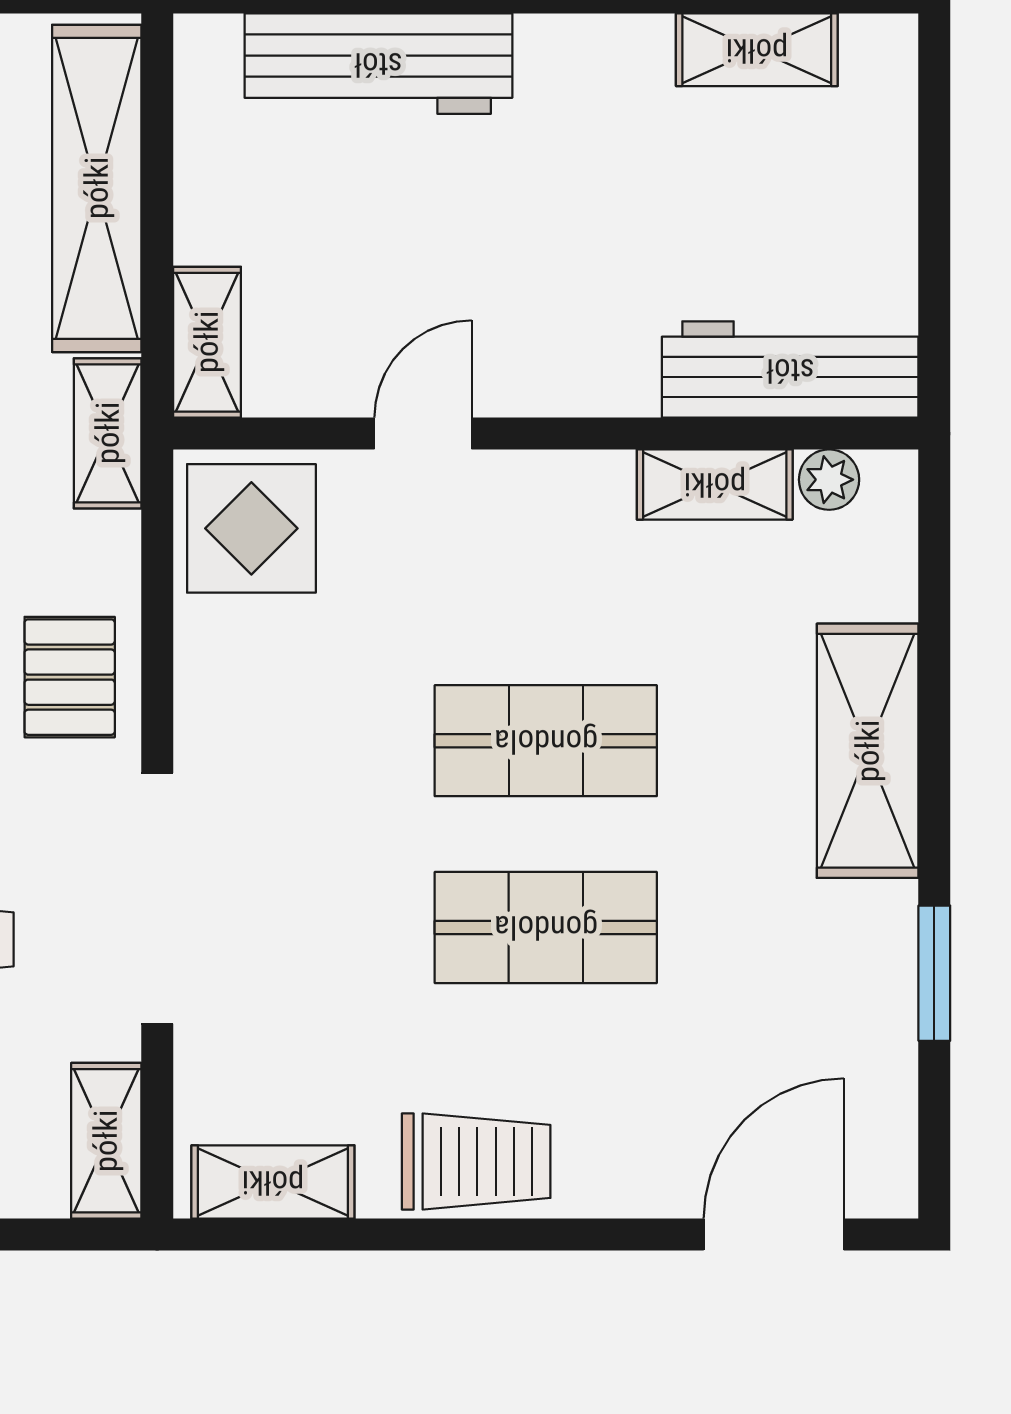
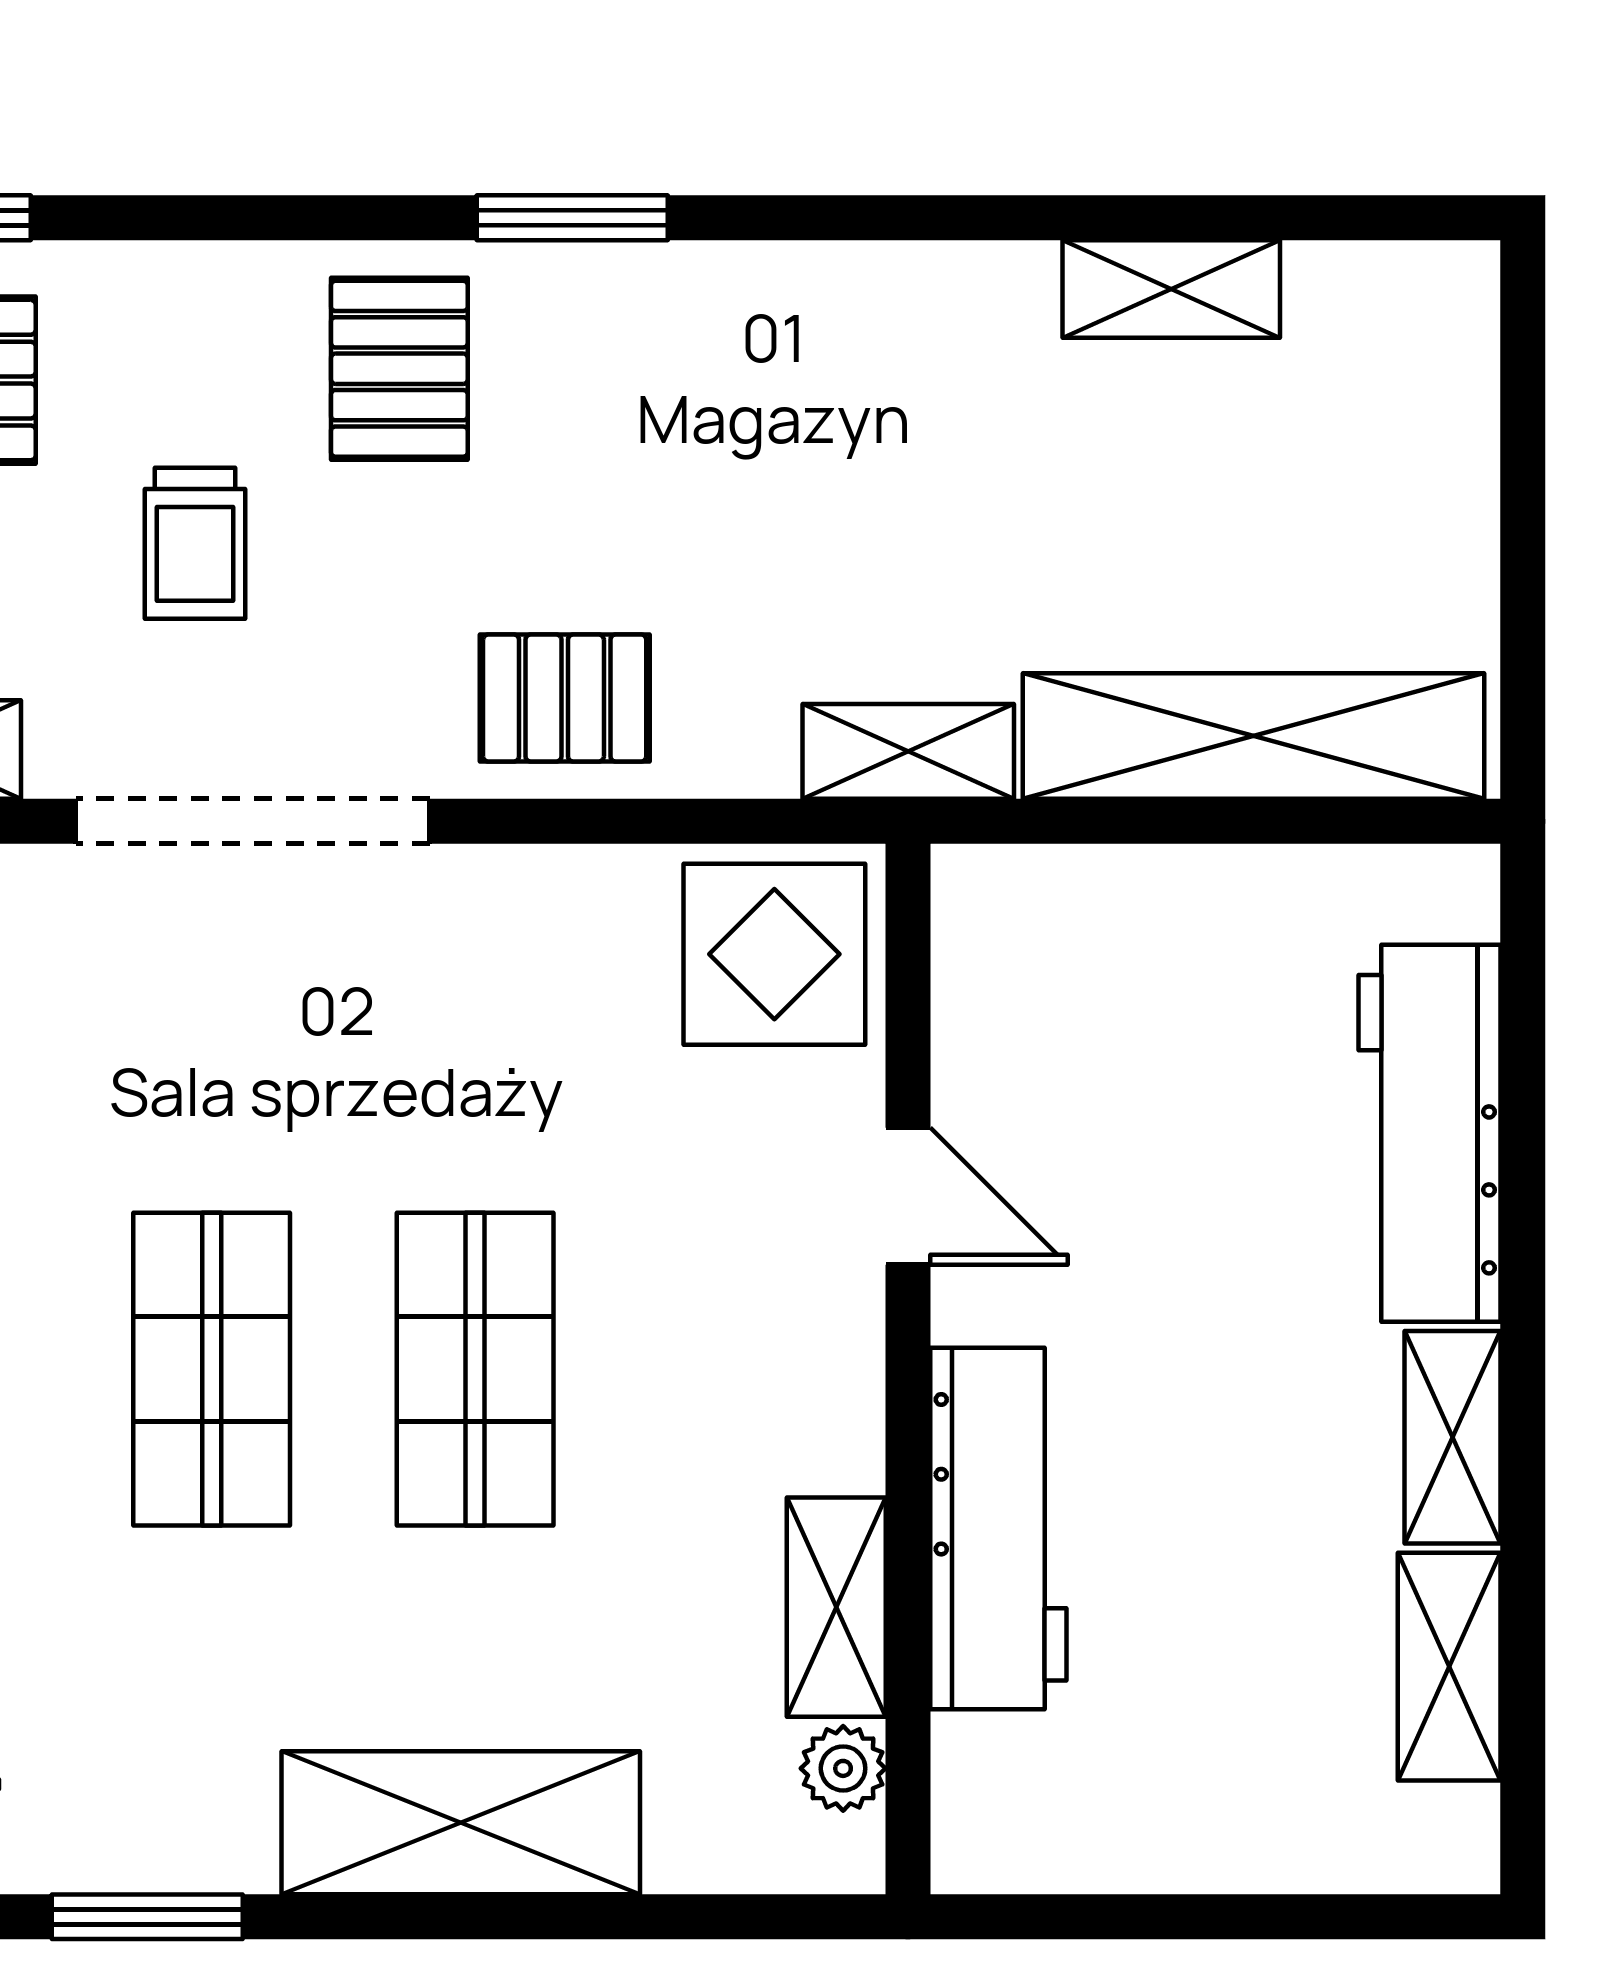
shelving: (207, 342) -> (1453, 1437), moved, turned 90
workbench: (790, 370) -> (998, 1529), moved

